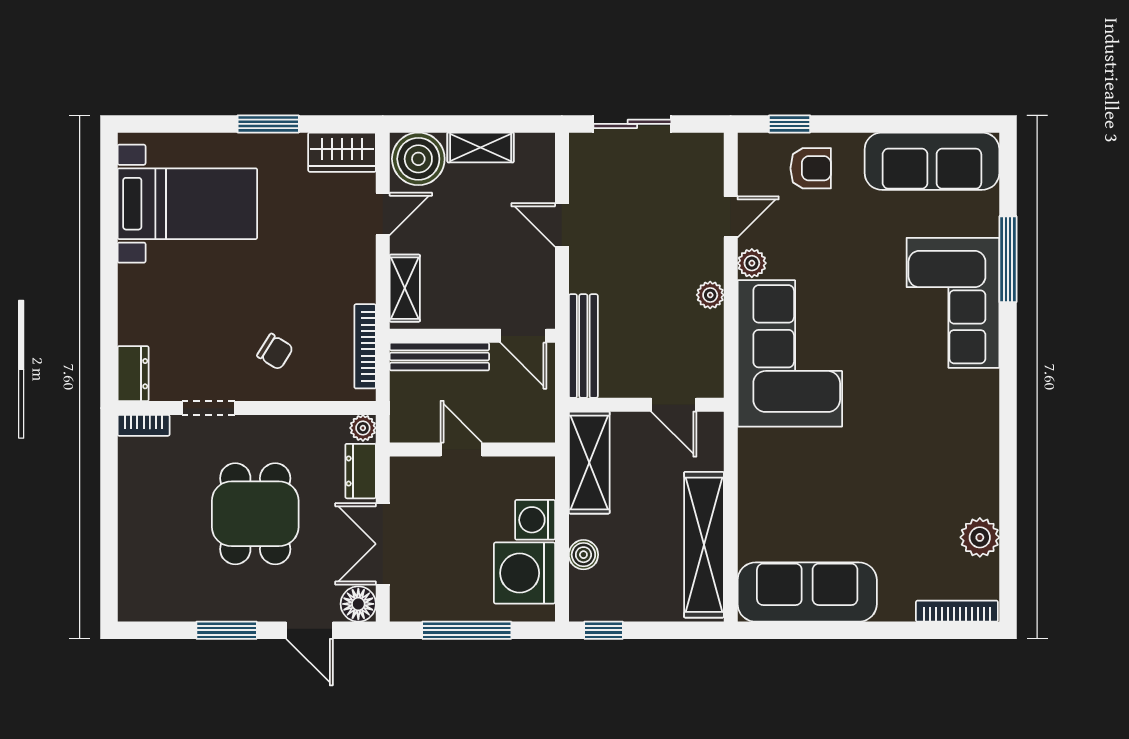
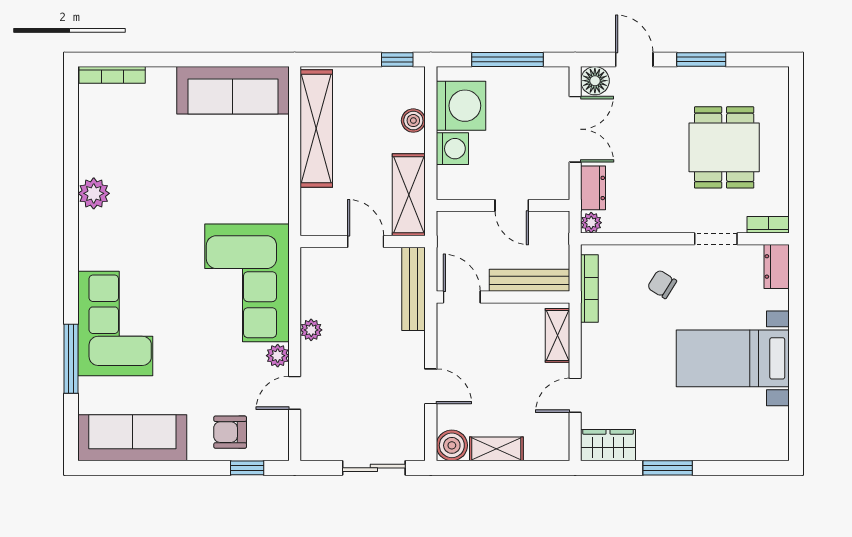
boiler: (418, 159) -> (452, 445), moved, width x0.73, depth x0.73
bed with nightstands: (187, 204) -> (733, 358), moved
door: (674, 405) -> (366, 241), moved
dining table: (255, 514) -> (724, 147), moved
plant: (980, 537) -> (94, 193), moved

